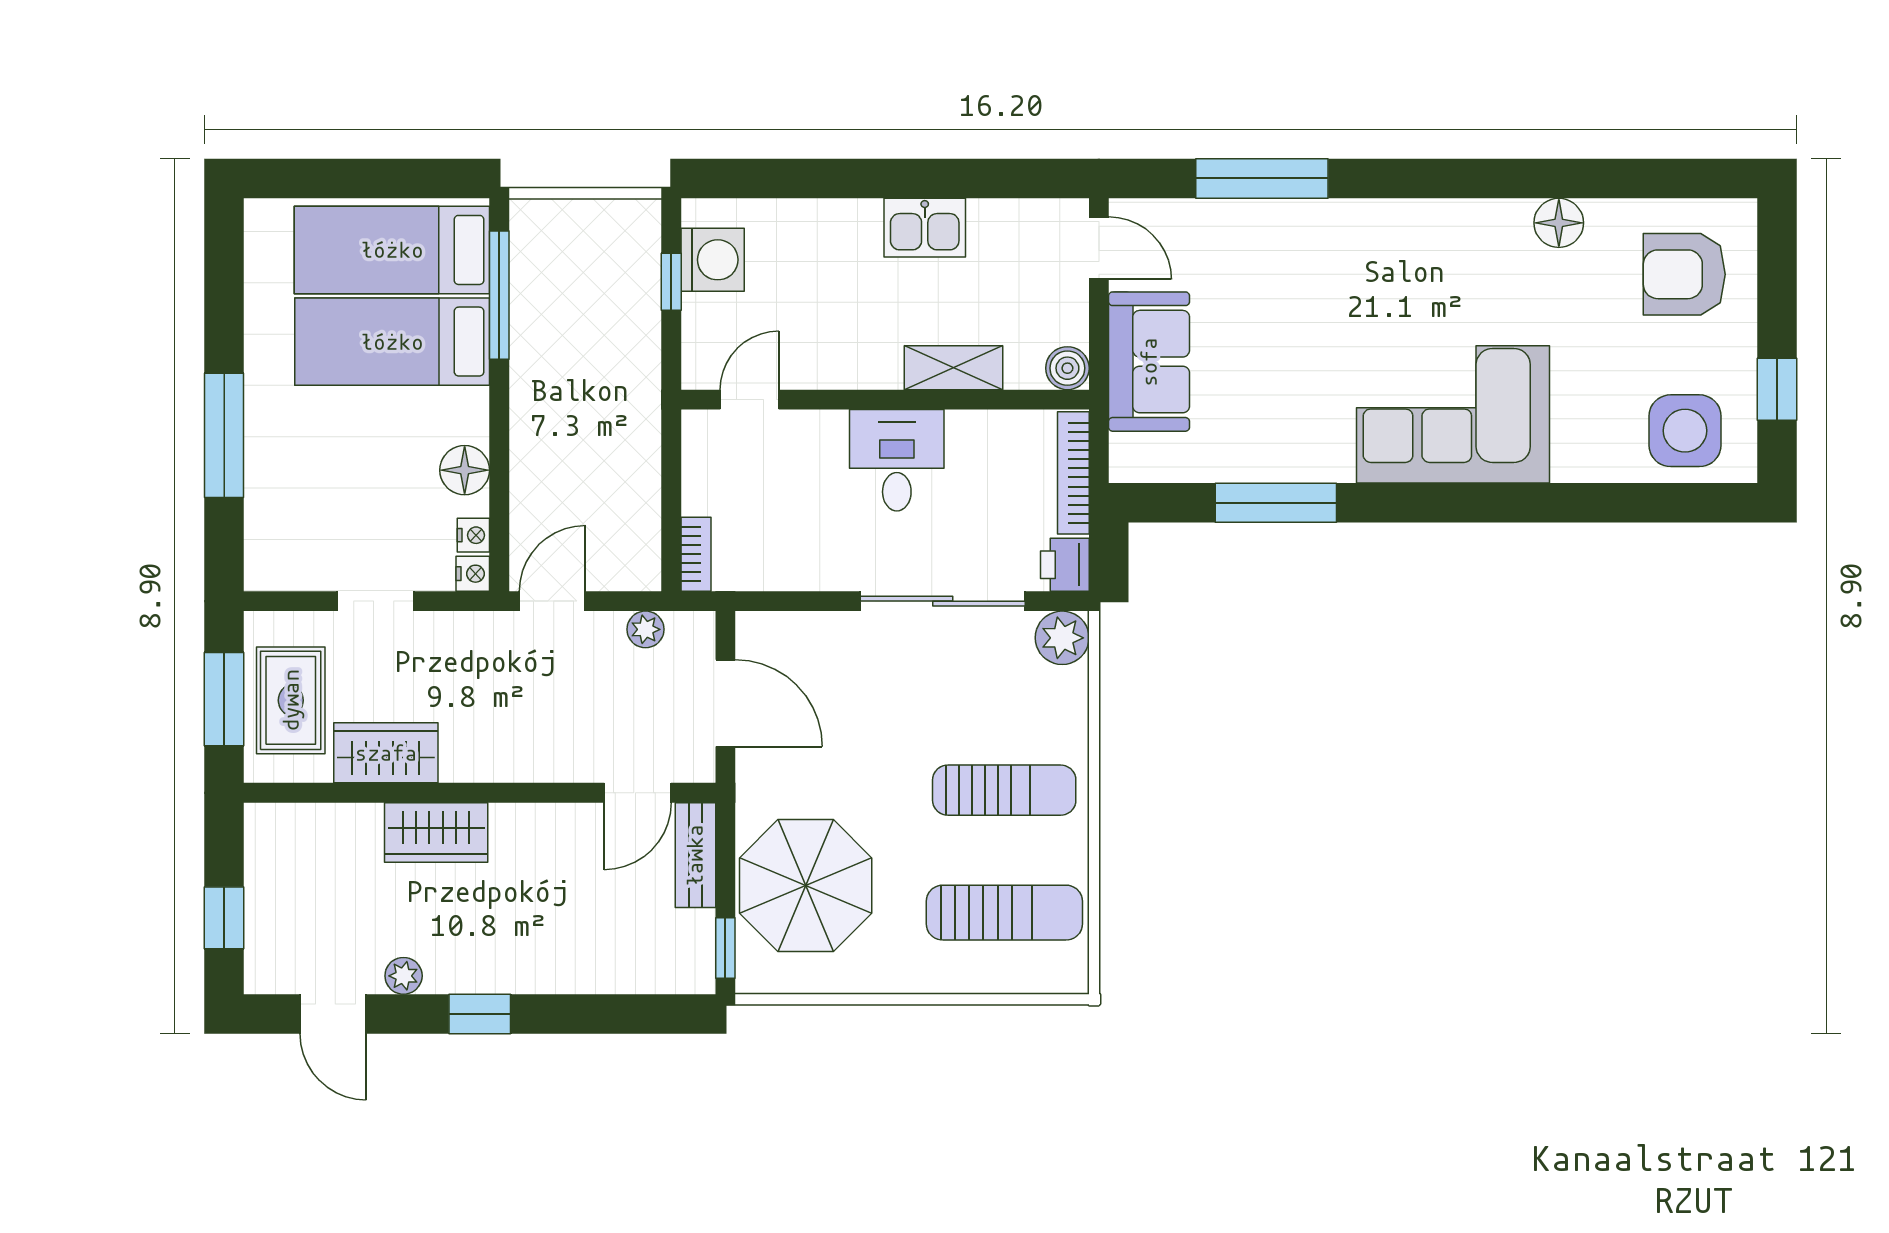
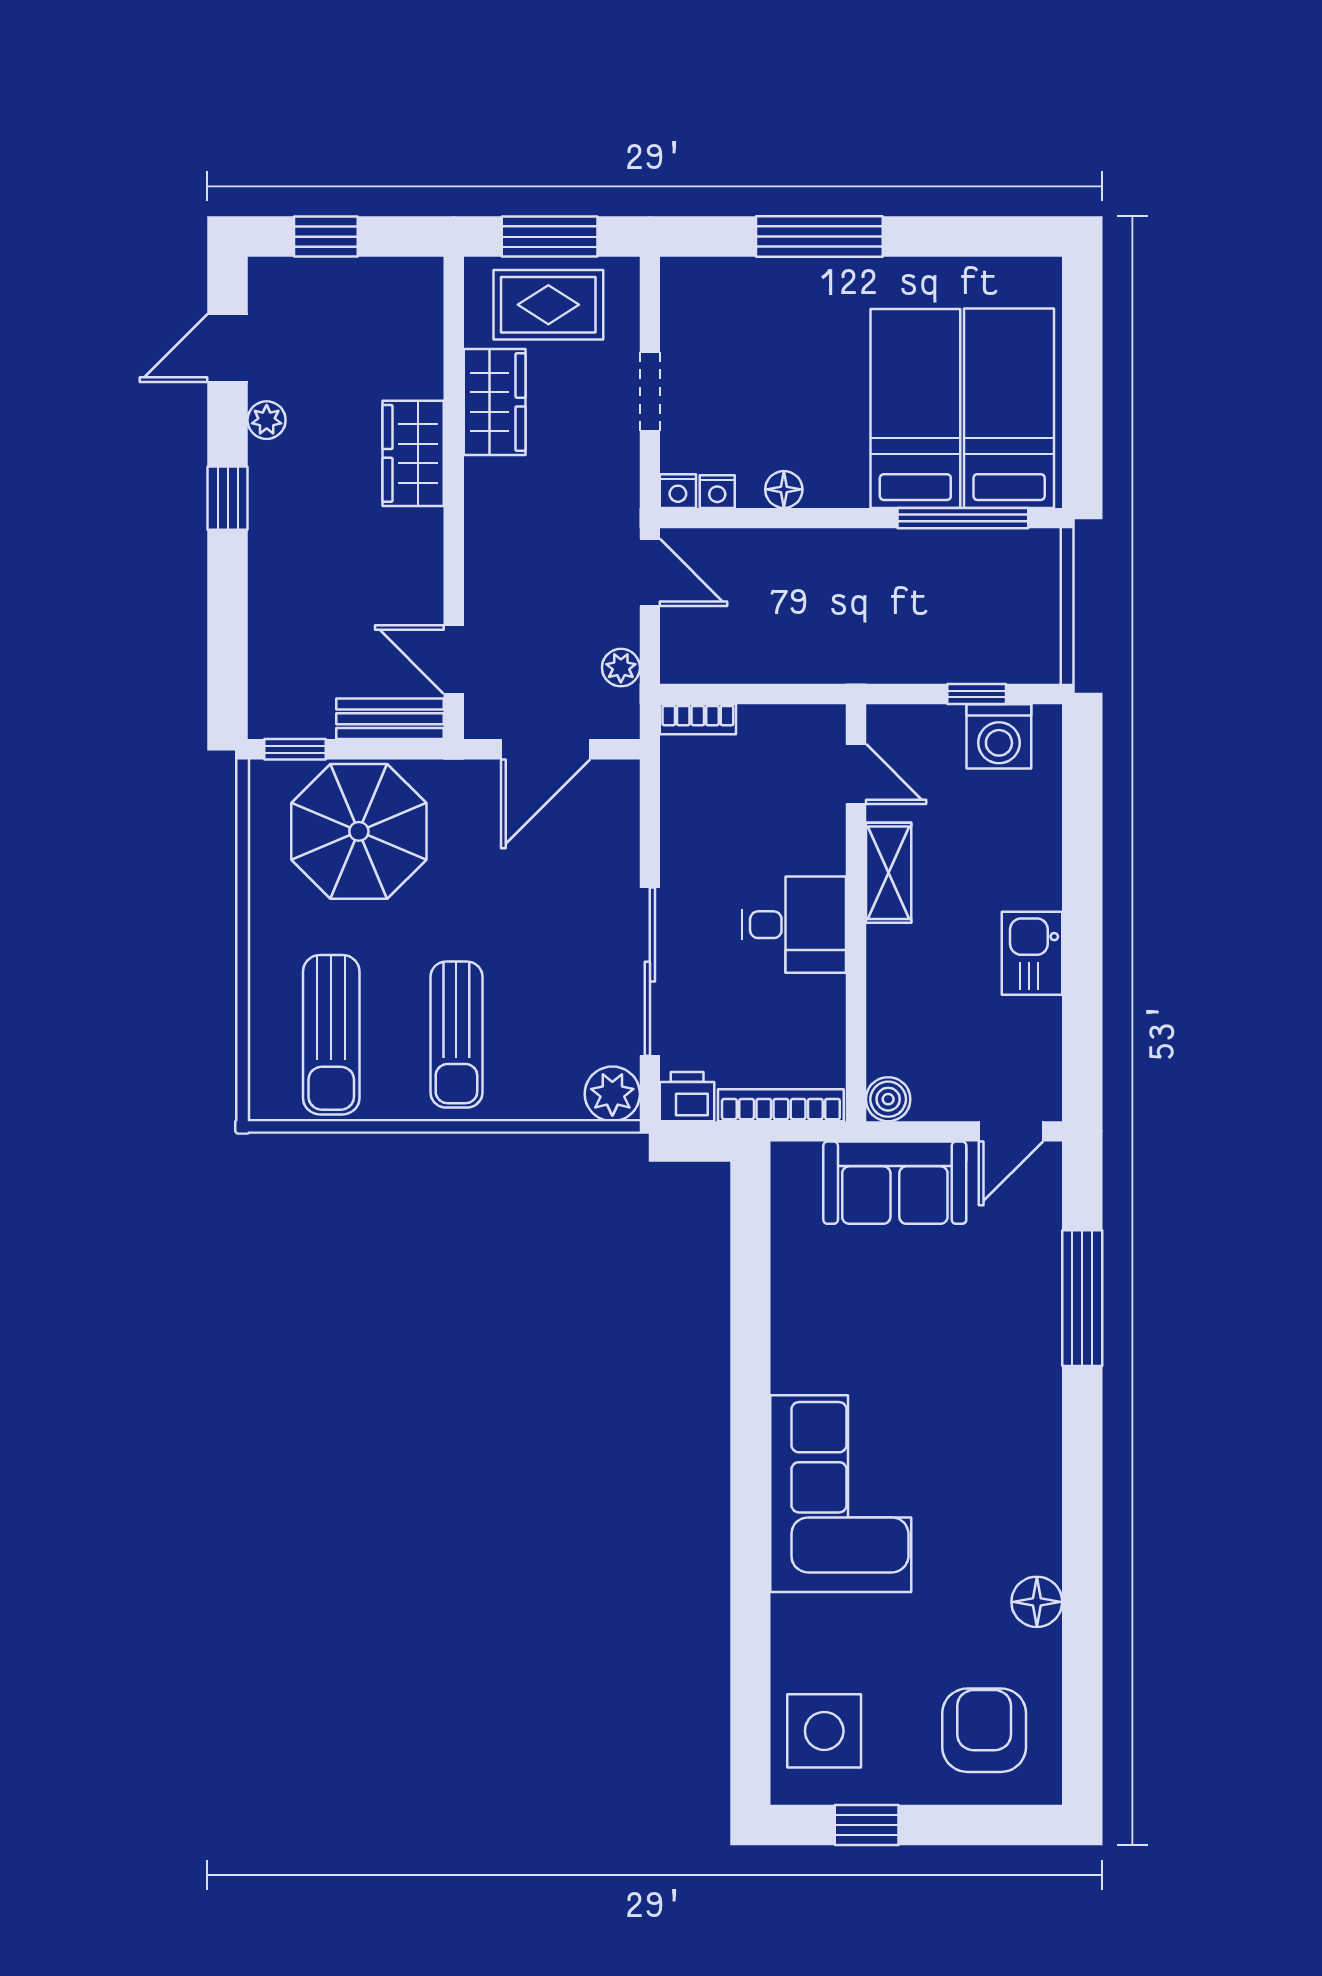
shelving: (953, 368) -> (889, 873), moved
floor lamp: (465, 470) -> (784, 489), width x0.73, depth x0.73
window: (1276, 503) -> (750, 1312), removed

